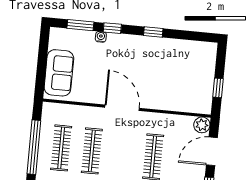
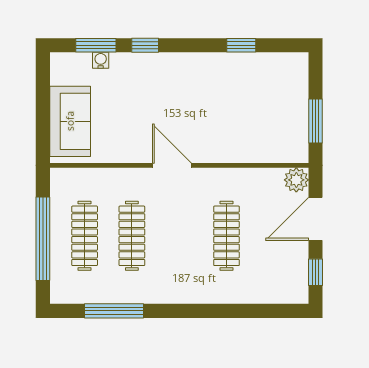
window: (153, 32) -> (241, 45), moved
water cooler: (101, 37) -> (101, 60), moved
window: (218, 88) -> (316, 121), width x1.50
door: (122, 108) -> (172, 165), width x0.73

